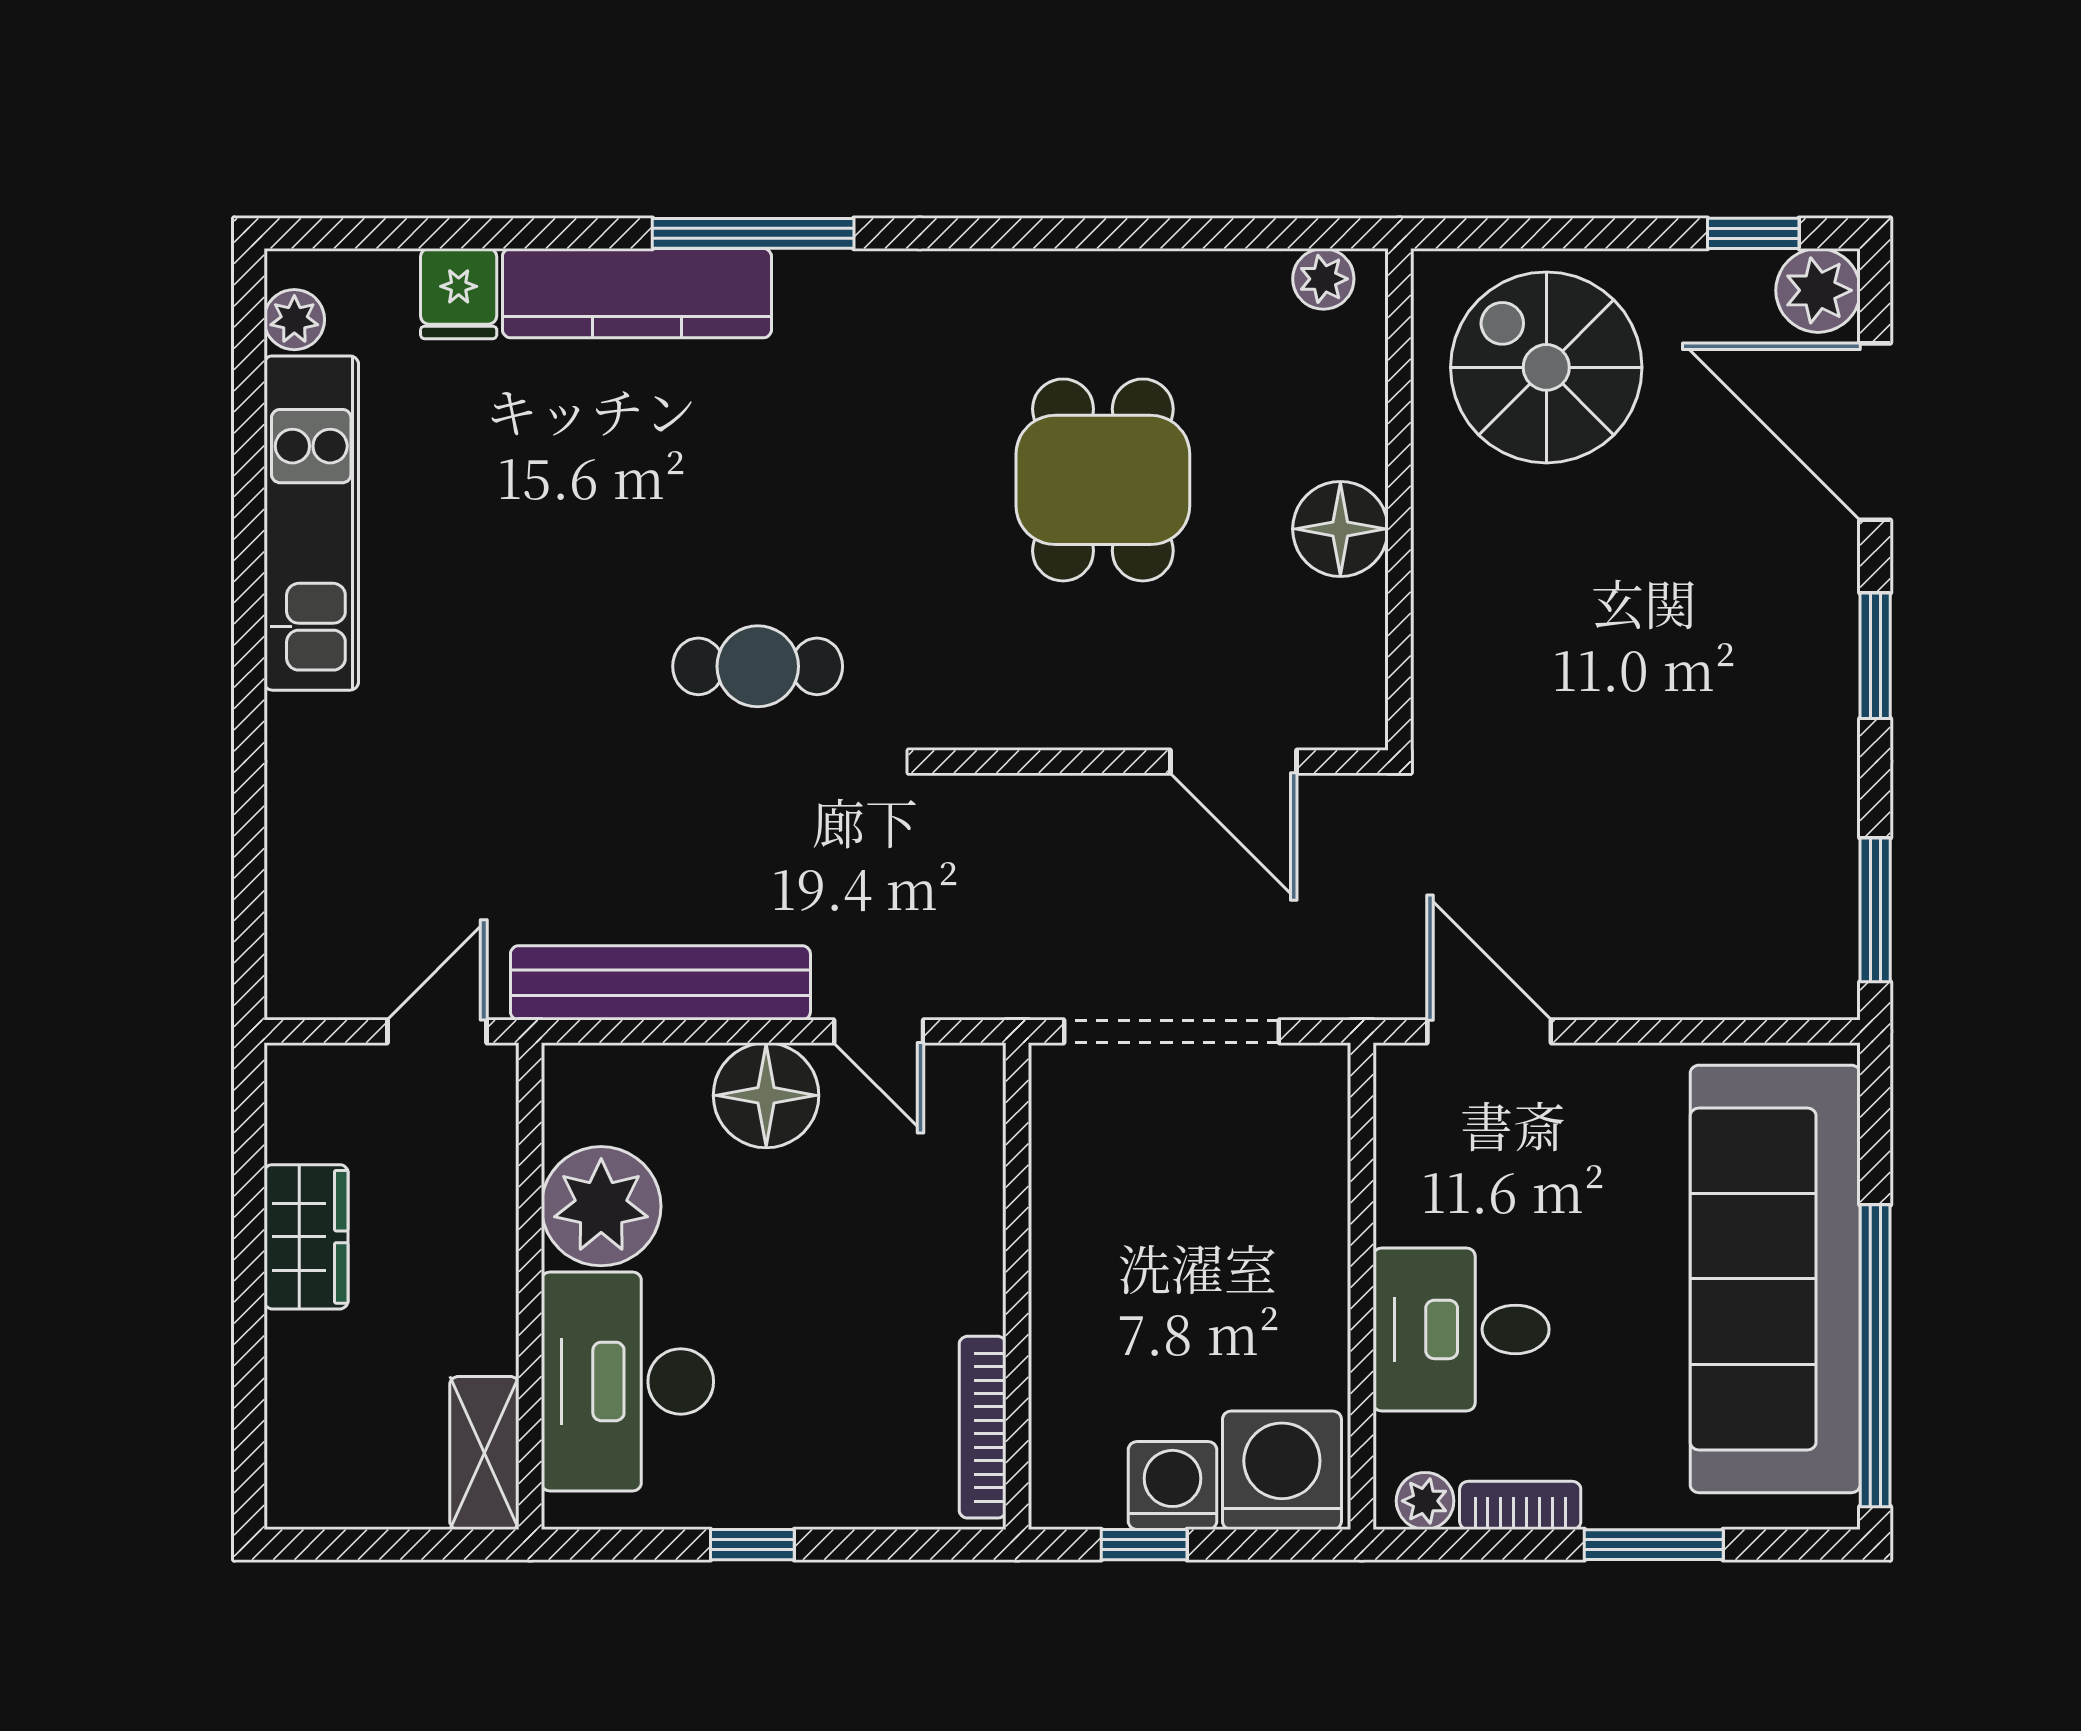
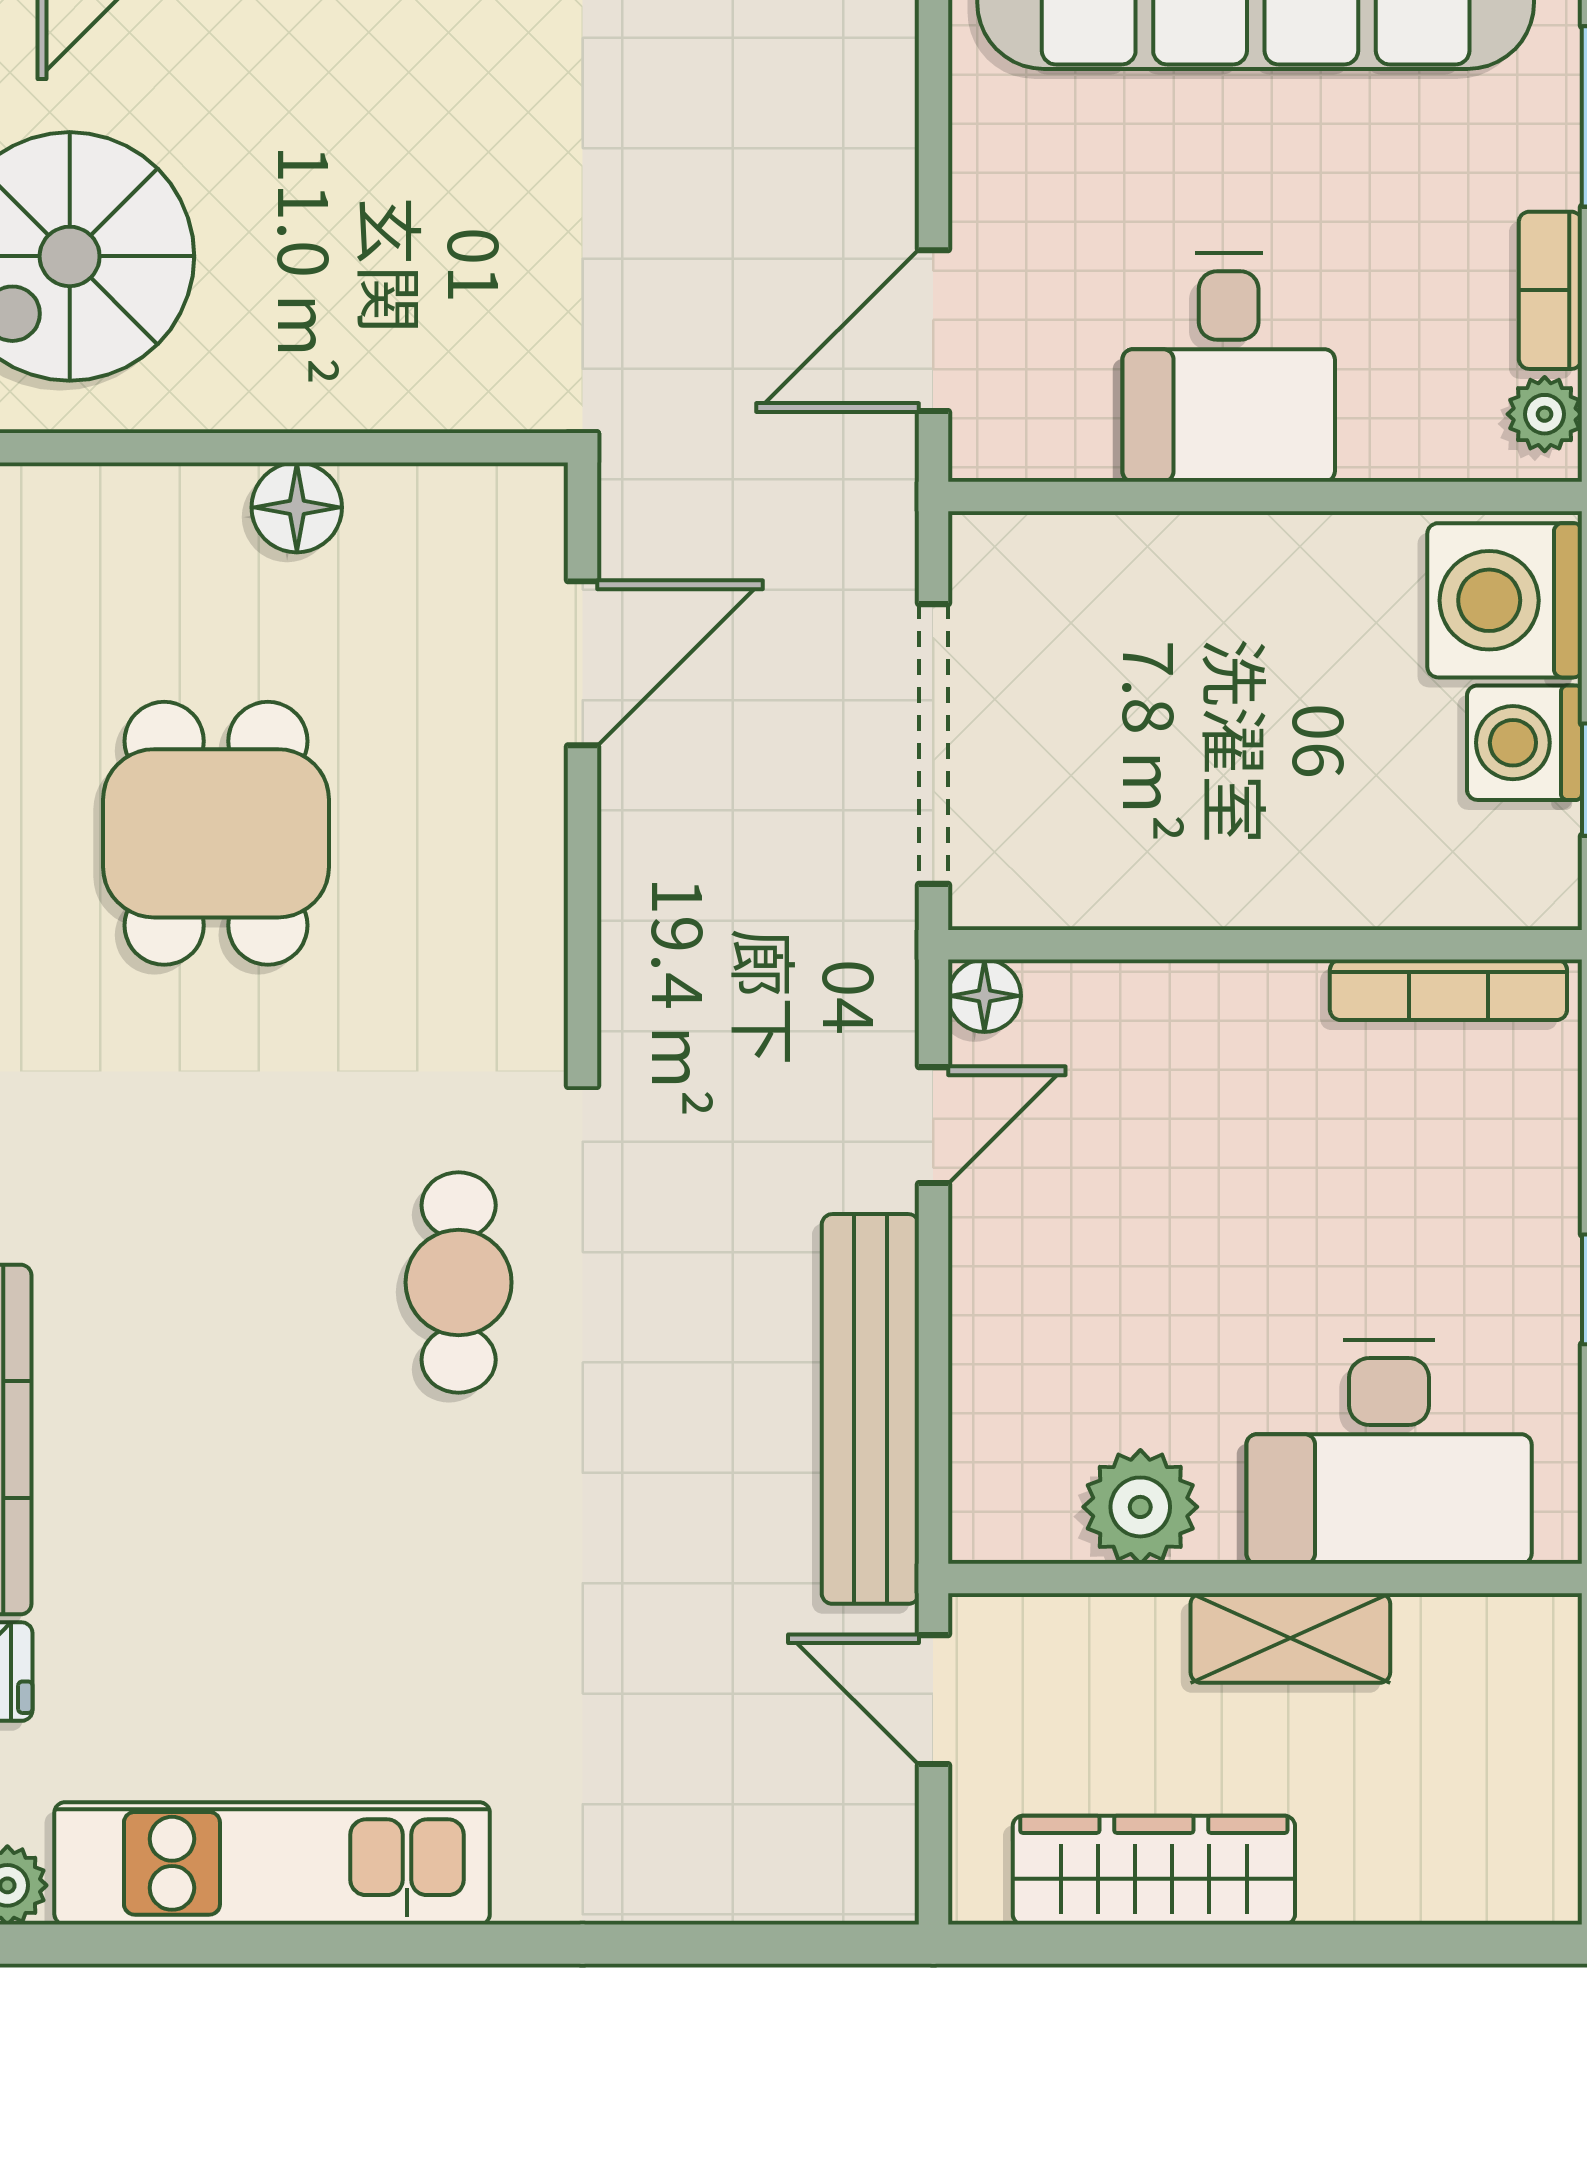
dining table: (1103, 480) -> (216, 833), turned 90
floor lamp: (1340, 529) -> (297, 507), width x0.73, depth x0.73
floor lamp: (766, 1095) -> (984, 996), moved, width x0.53, depth x0.53
plant: (601, 1206) -> (1140, 1507), width x0.73, depth x0.73
wardrobe: (306, 1237) -> (1154, 1870), width x1.50
desk: (1461, 1329) -> (1229, 367), moved
shelving: (484, 1453) -> (1290, 1638), moved

